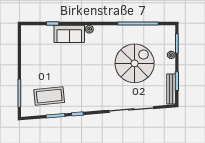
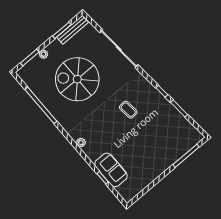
sofa: (69, 34) -> (111, 170), moved
coffee table: (49, 96) -> (128, 110), moved, width x0.54, depth x0.58

